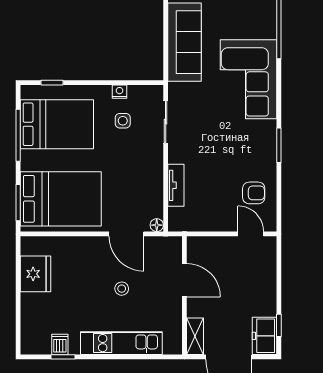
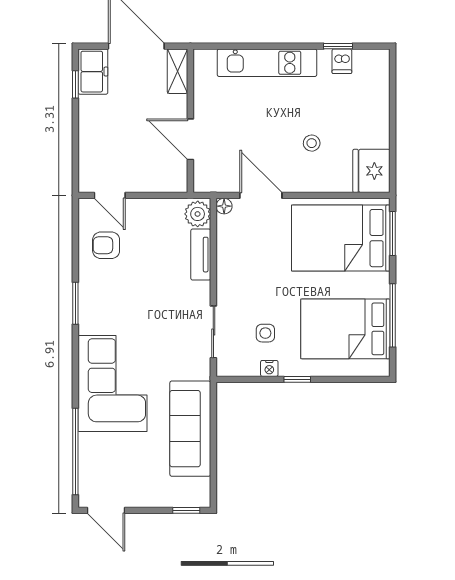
window: (52, 83) -> (297, 379), moved
plant: (179, 219) -> (198, 214), added
fridge: (36, 274) -> (371, 171), moved
stool: (122, 289) -> (312, 143), moved

